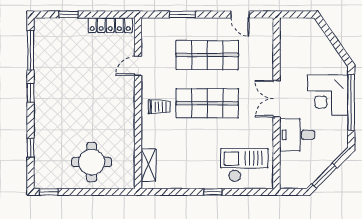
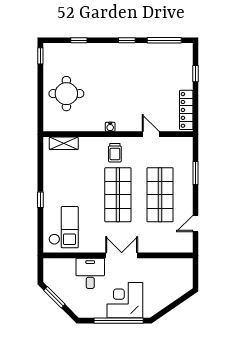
water cooler: (130, 112) -> (110, 127), added

